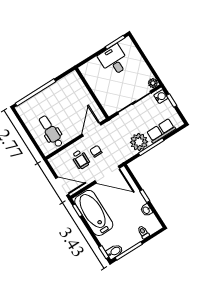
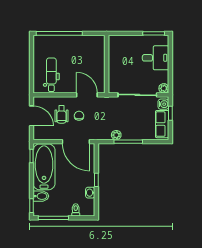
desk: (114, 60) -> (156, 58), moved, turned 90
door: (92, 129) -> (87, 95), hinge flipped
row of seats: (161, 131) -> (162, 124), moved, turned -90
plant: (139, 142) -> (116, 135), width x0.53, depth x0.53
door: (62, 186) -> (31, 116), moved
bidet: (115, 252) -> (41, 196), moved

